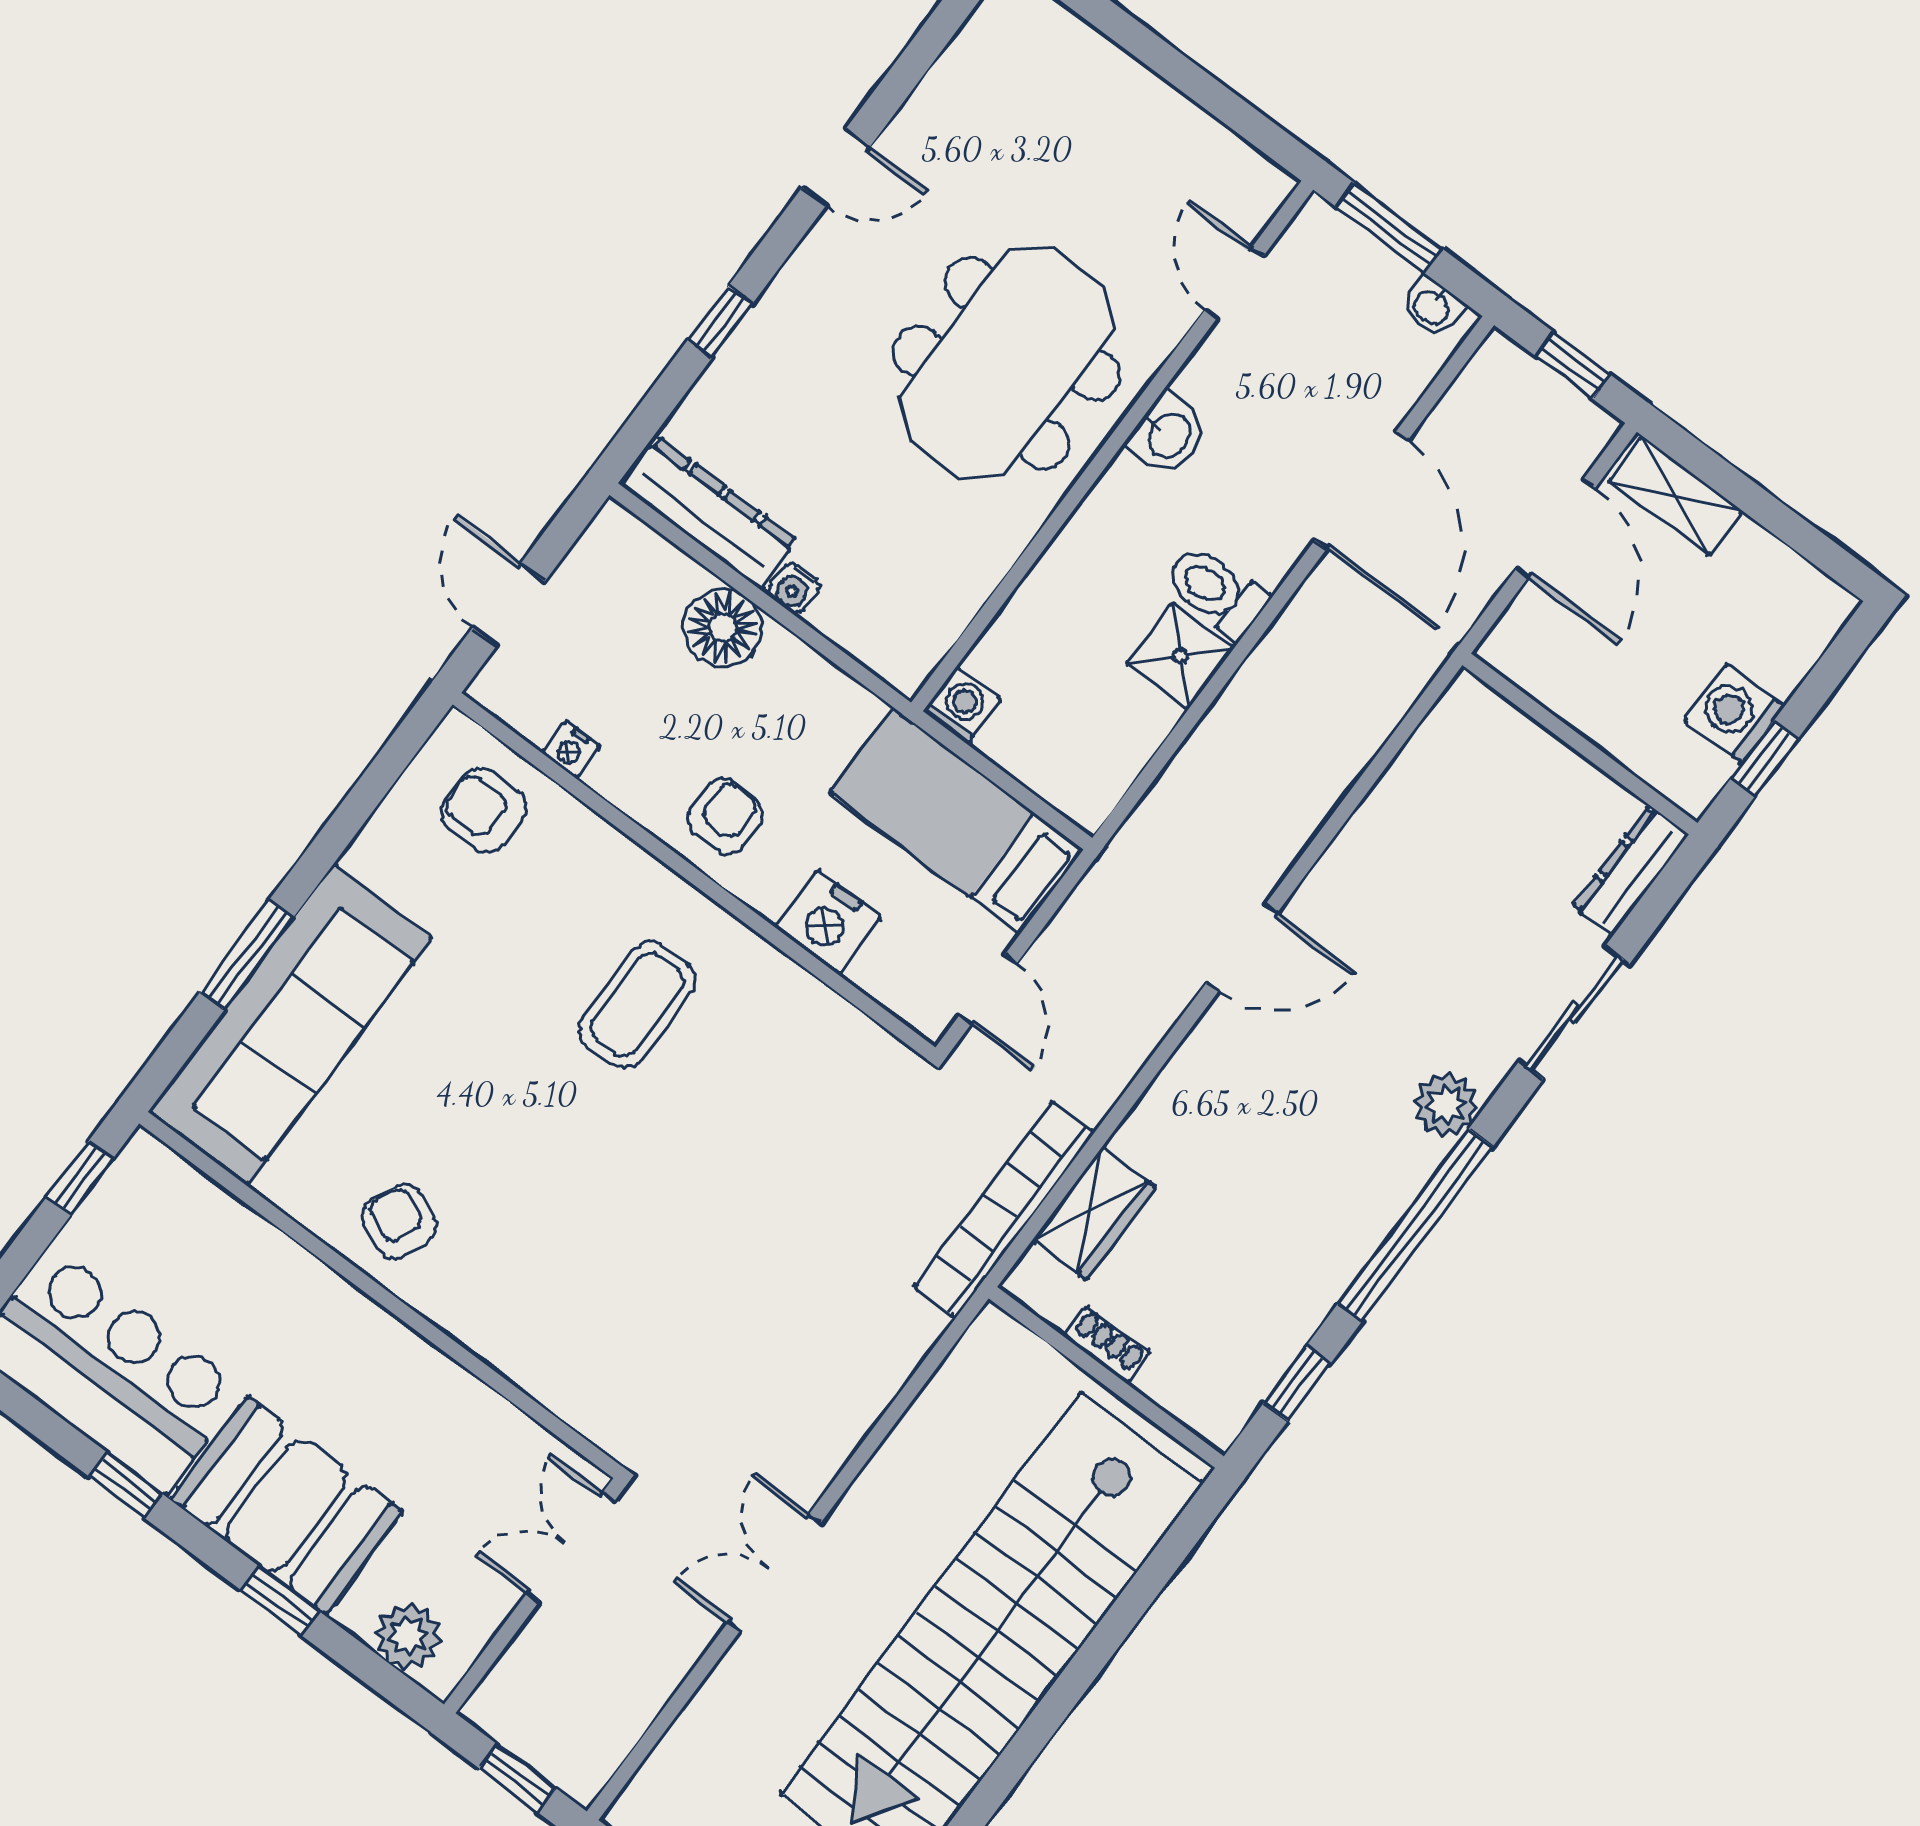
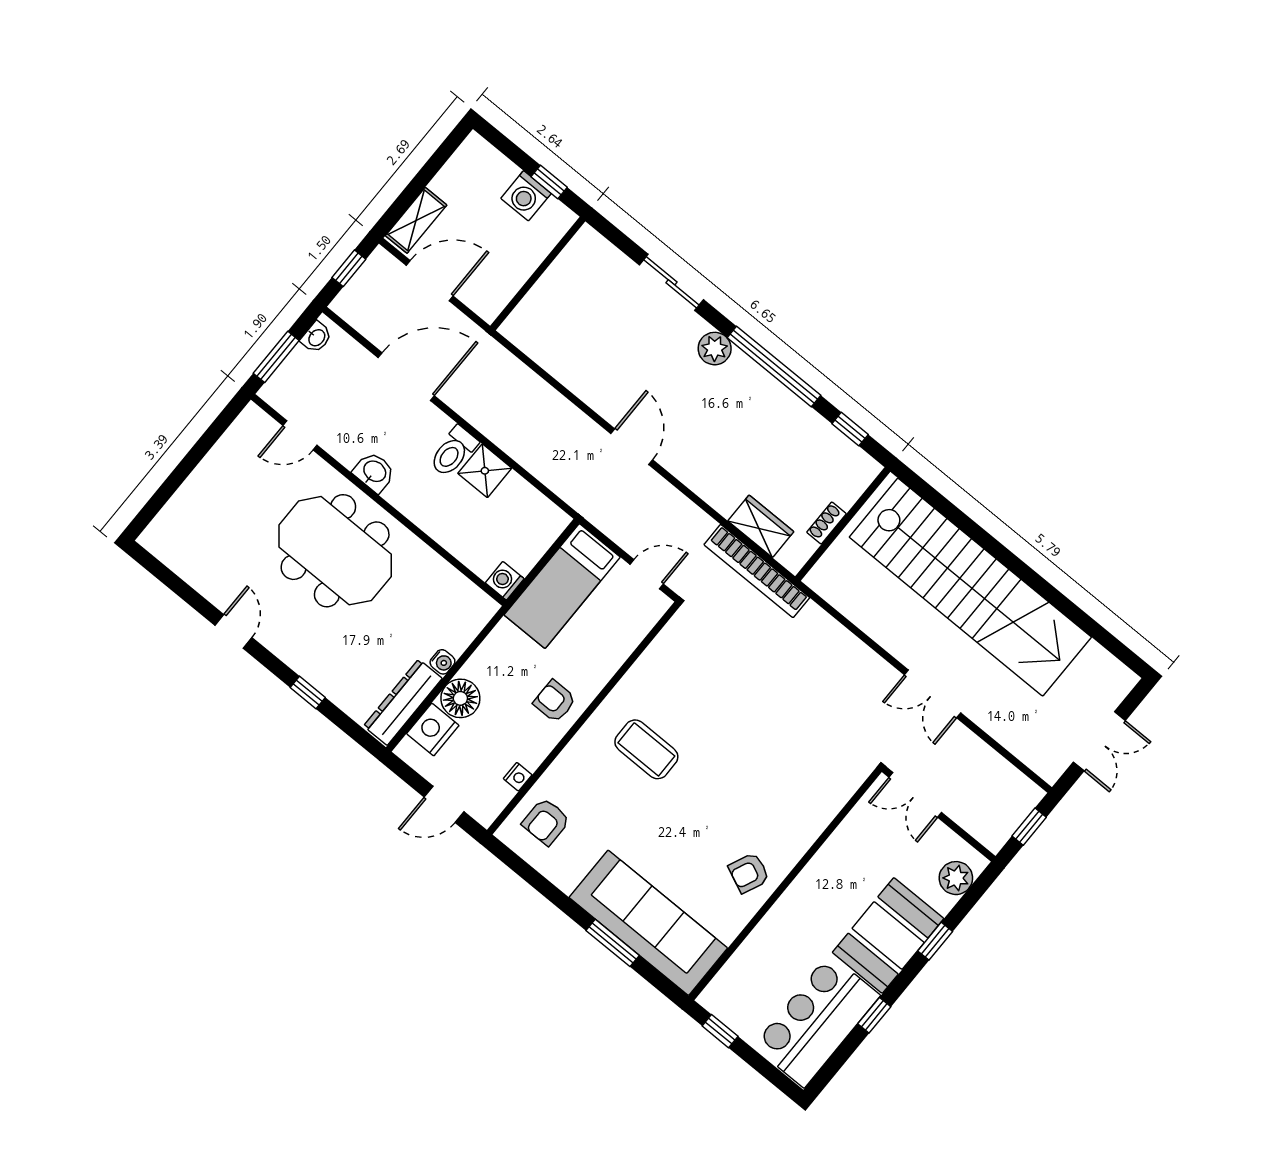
dresser: (1630, 871) -> (602, 251), removed
nightstand: (828, 922) -> (433, 730), moved, turned 180

